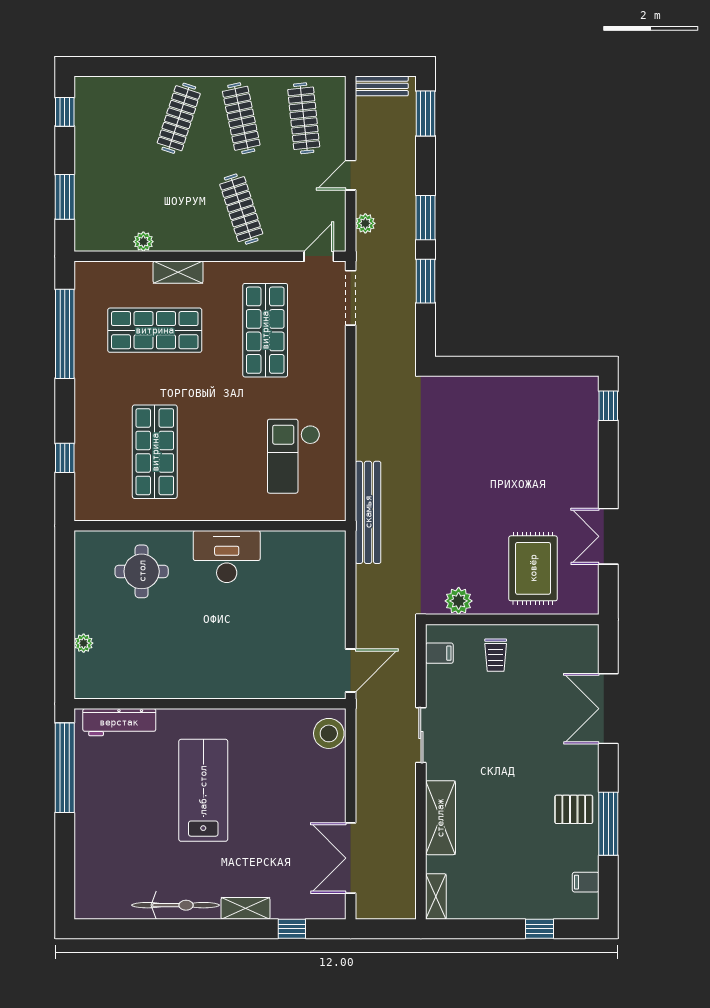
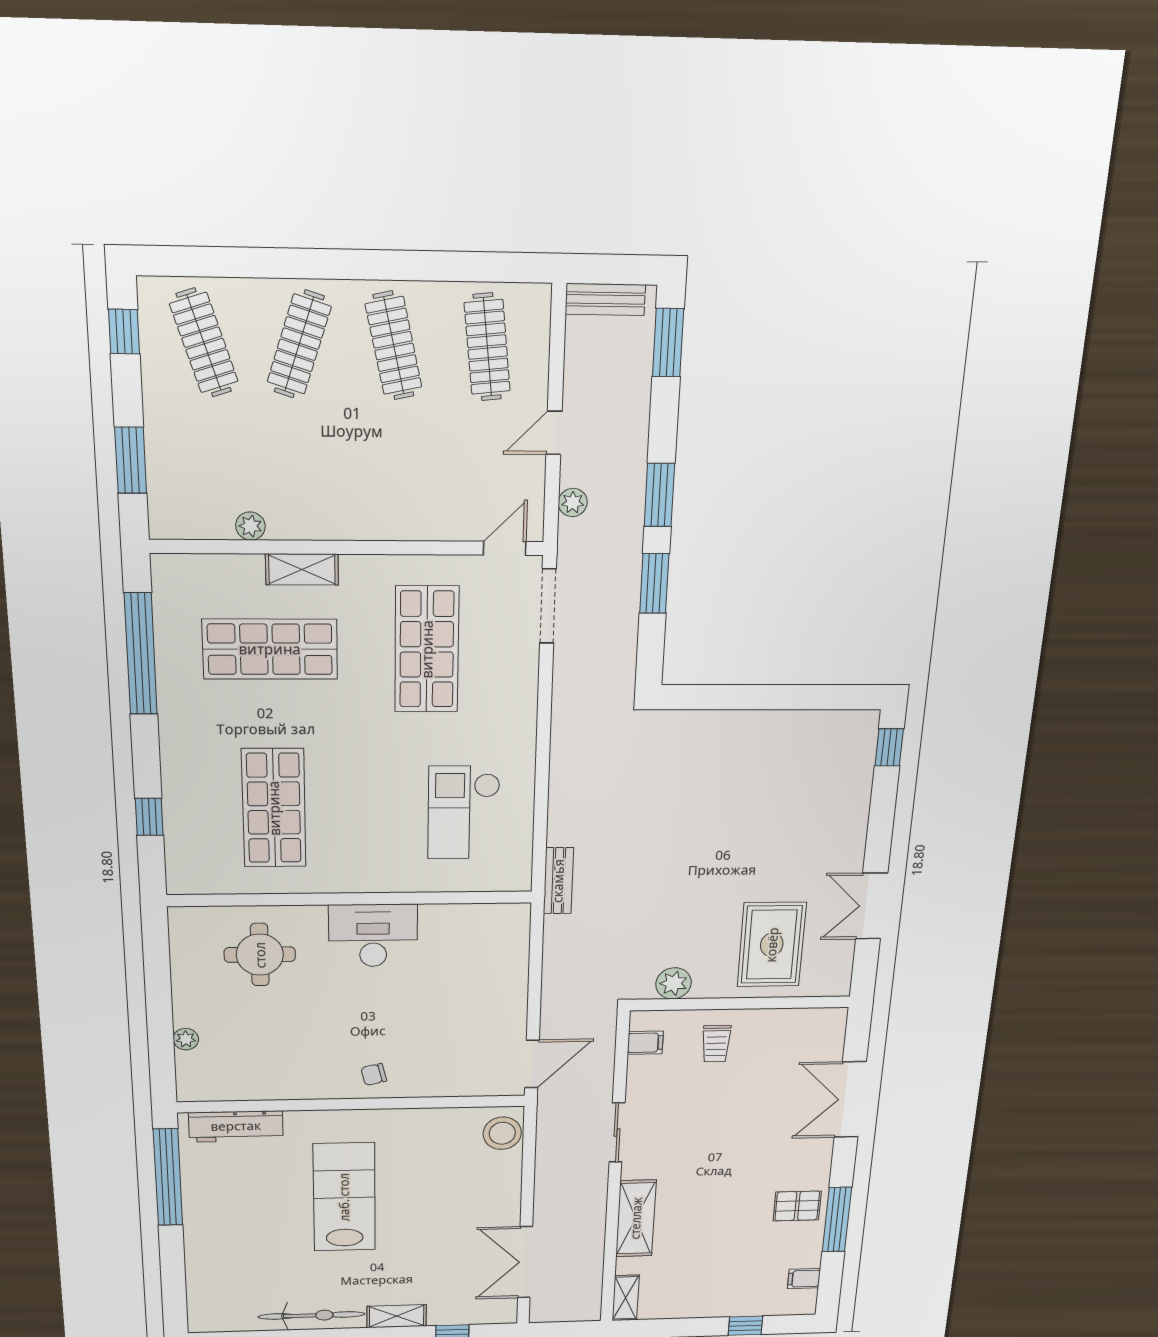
clothes rail: (241, 209) -> (204, 343), moved
bench: (368, 512) -> (558, 881), width x0.54, depth x0.82
chair: (227, 677) -> (374, 1074), added

